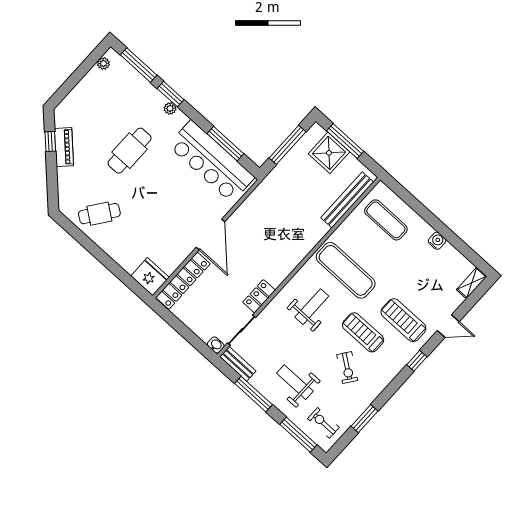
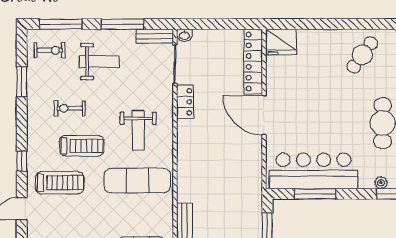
exercise bike: (347, 368) -> (70, 108), turned -36

